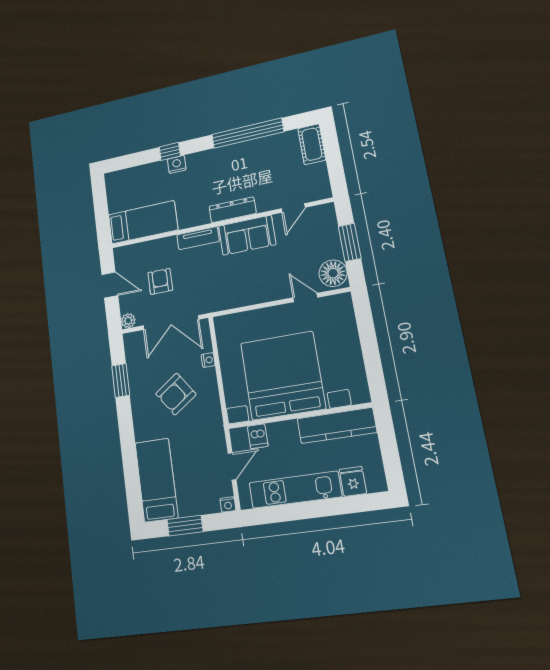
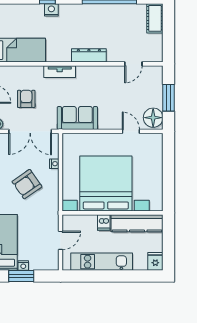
sofa: (247, 235) -> (77, 118), moved, turned 180
dishwasher: (258, 436) -> (104, 223), moved
fridge: (353, 481) -> (155, 261), moved
nightstand: (228, 504) -> (23, 265), moved

